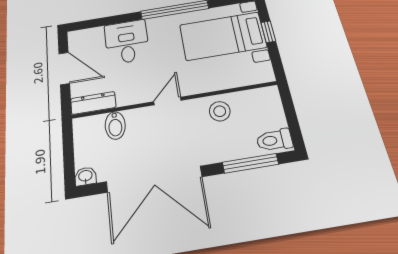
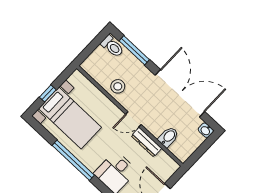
dresser: (93, 103) -> (146, 142), moved

